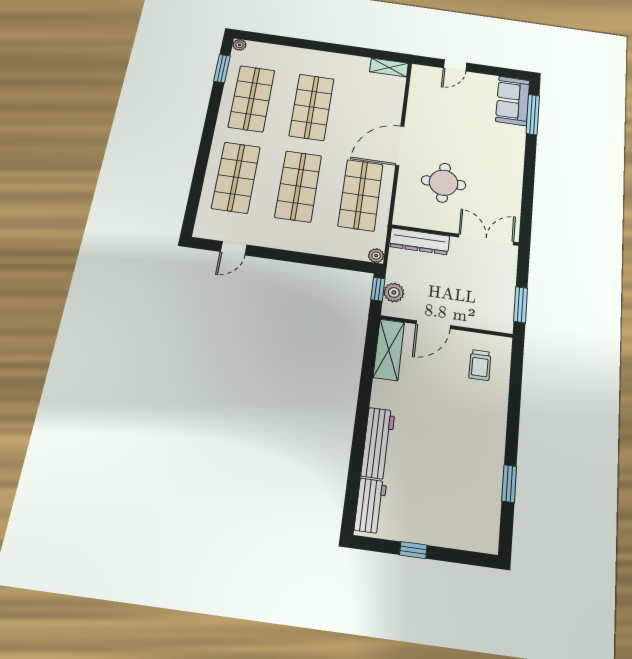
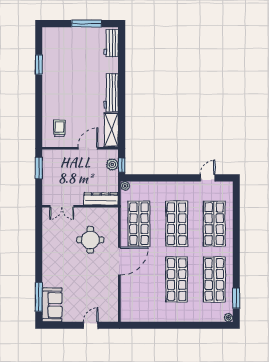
shelving: (389, 68) -> (132, 317), removed
double door: (486, 239) -> (62, 206), width x0.73
workbench: (378, 443) -> (111, 93), moved
window: (413, 550) -> (86, 24), width x2.17

